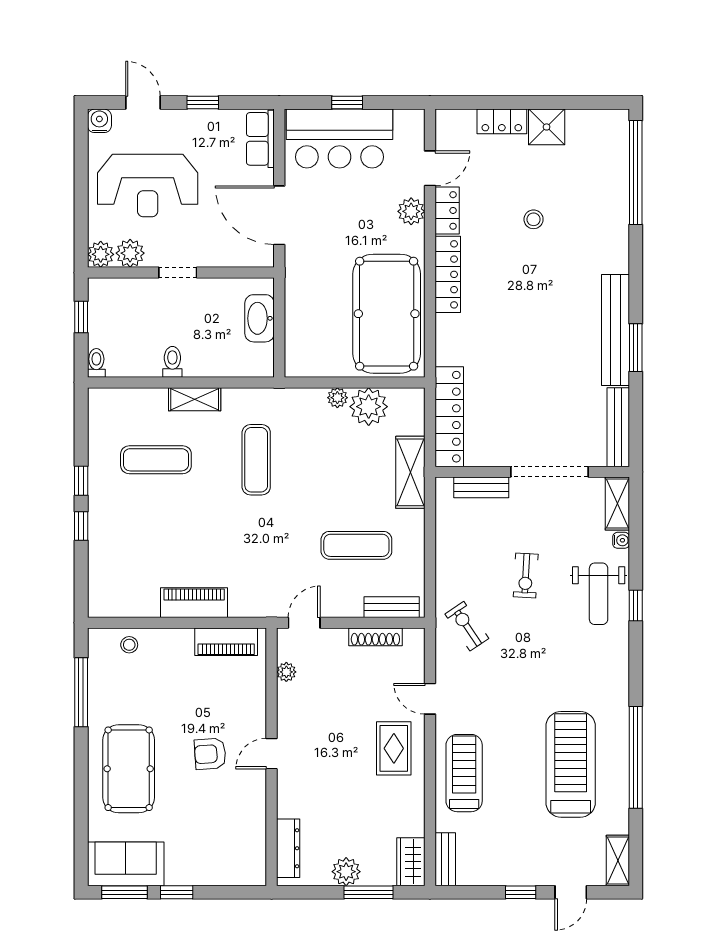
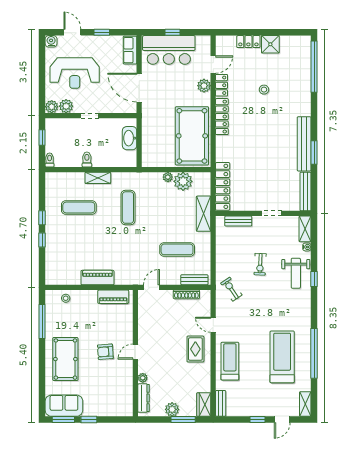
doorway: (550, 472) -> (272, 213), width x0.53
plant: (286, 672) -> (143, 378), moved

